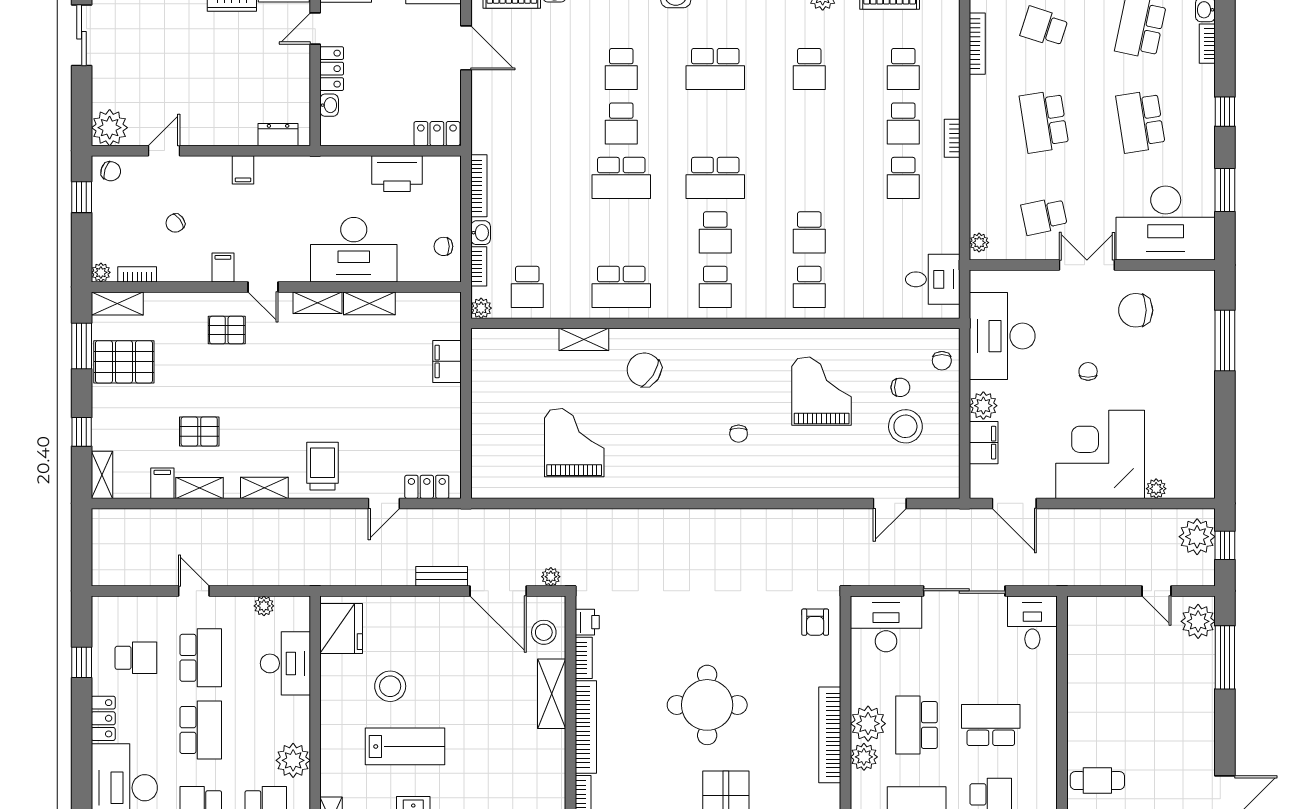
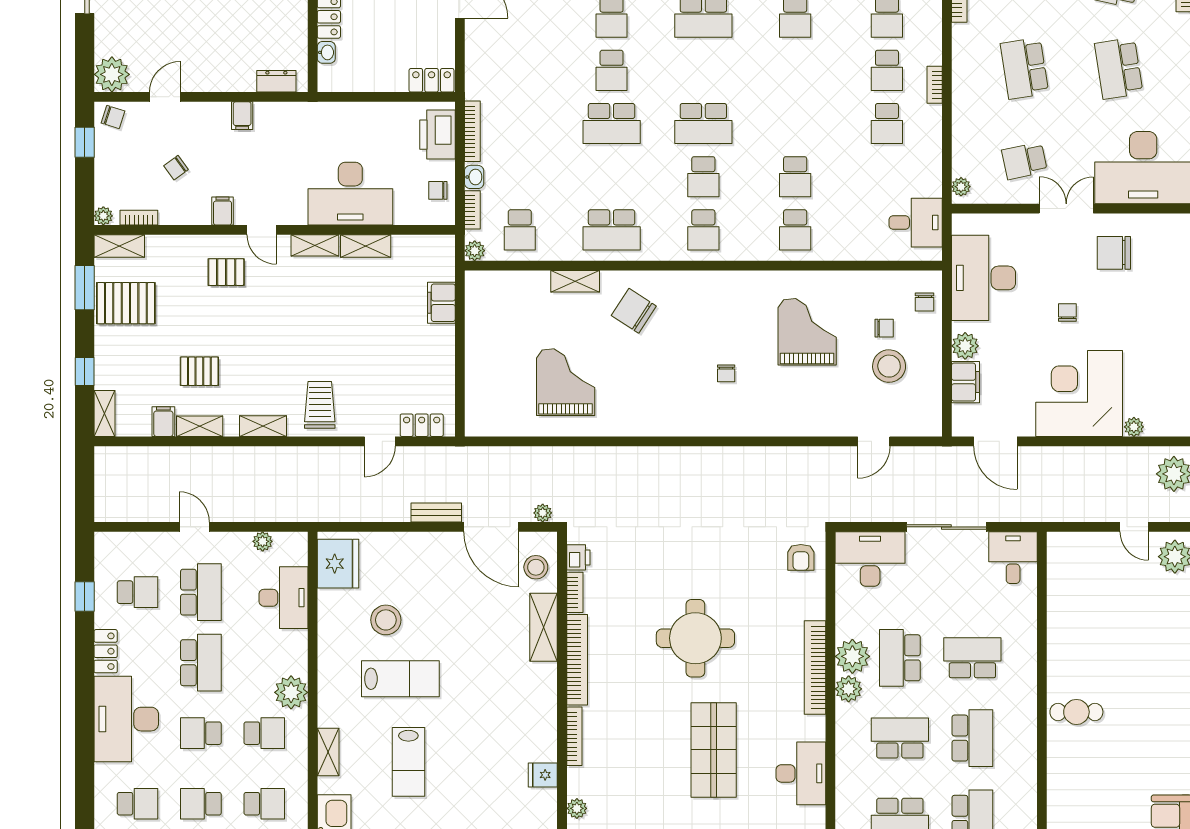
printer: (397, 174) -> (437, 135), moved, turned 90

